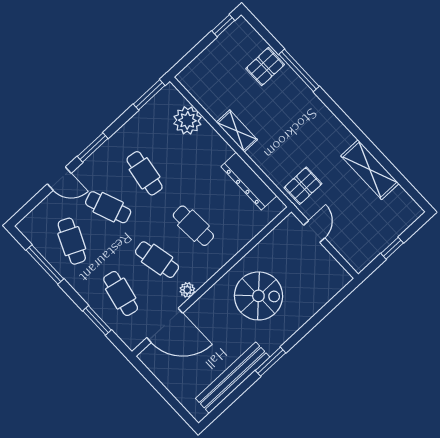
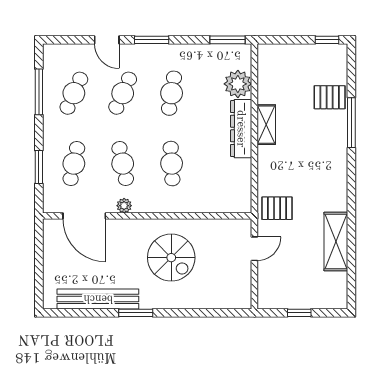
dresser: (249, 181) -> (241, 129), moved
cafe table: (108, 207) -> (123, 93), turned 45

